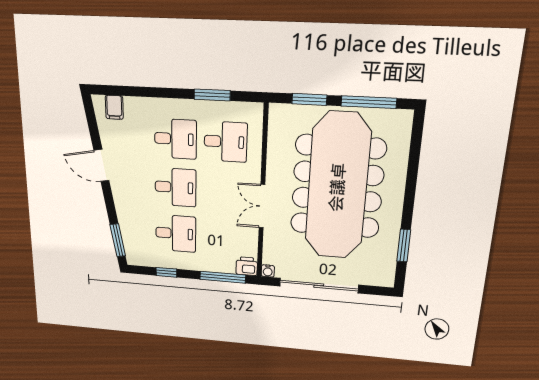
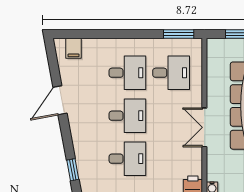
window: (212, 95) -> (179, 34), moved
door: (101, 165) -> (60, 100), hinge flipped
window: (118, 240) -> (73, 170), width x0.67

